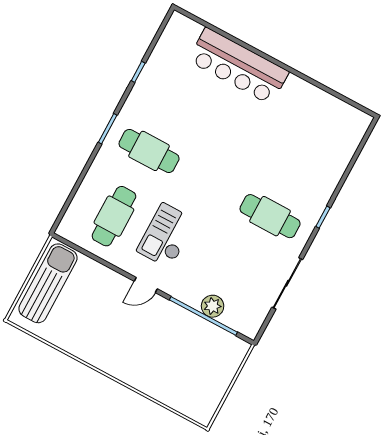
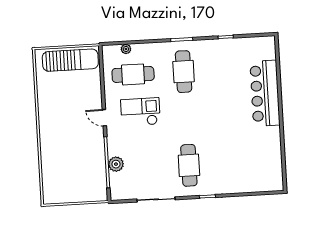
plant: (77, 205) -> (126, 49), added

